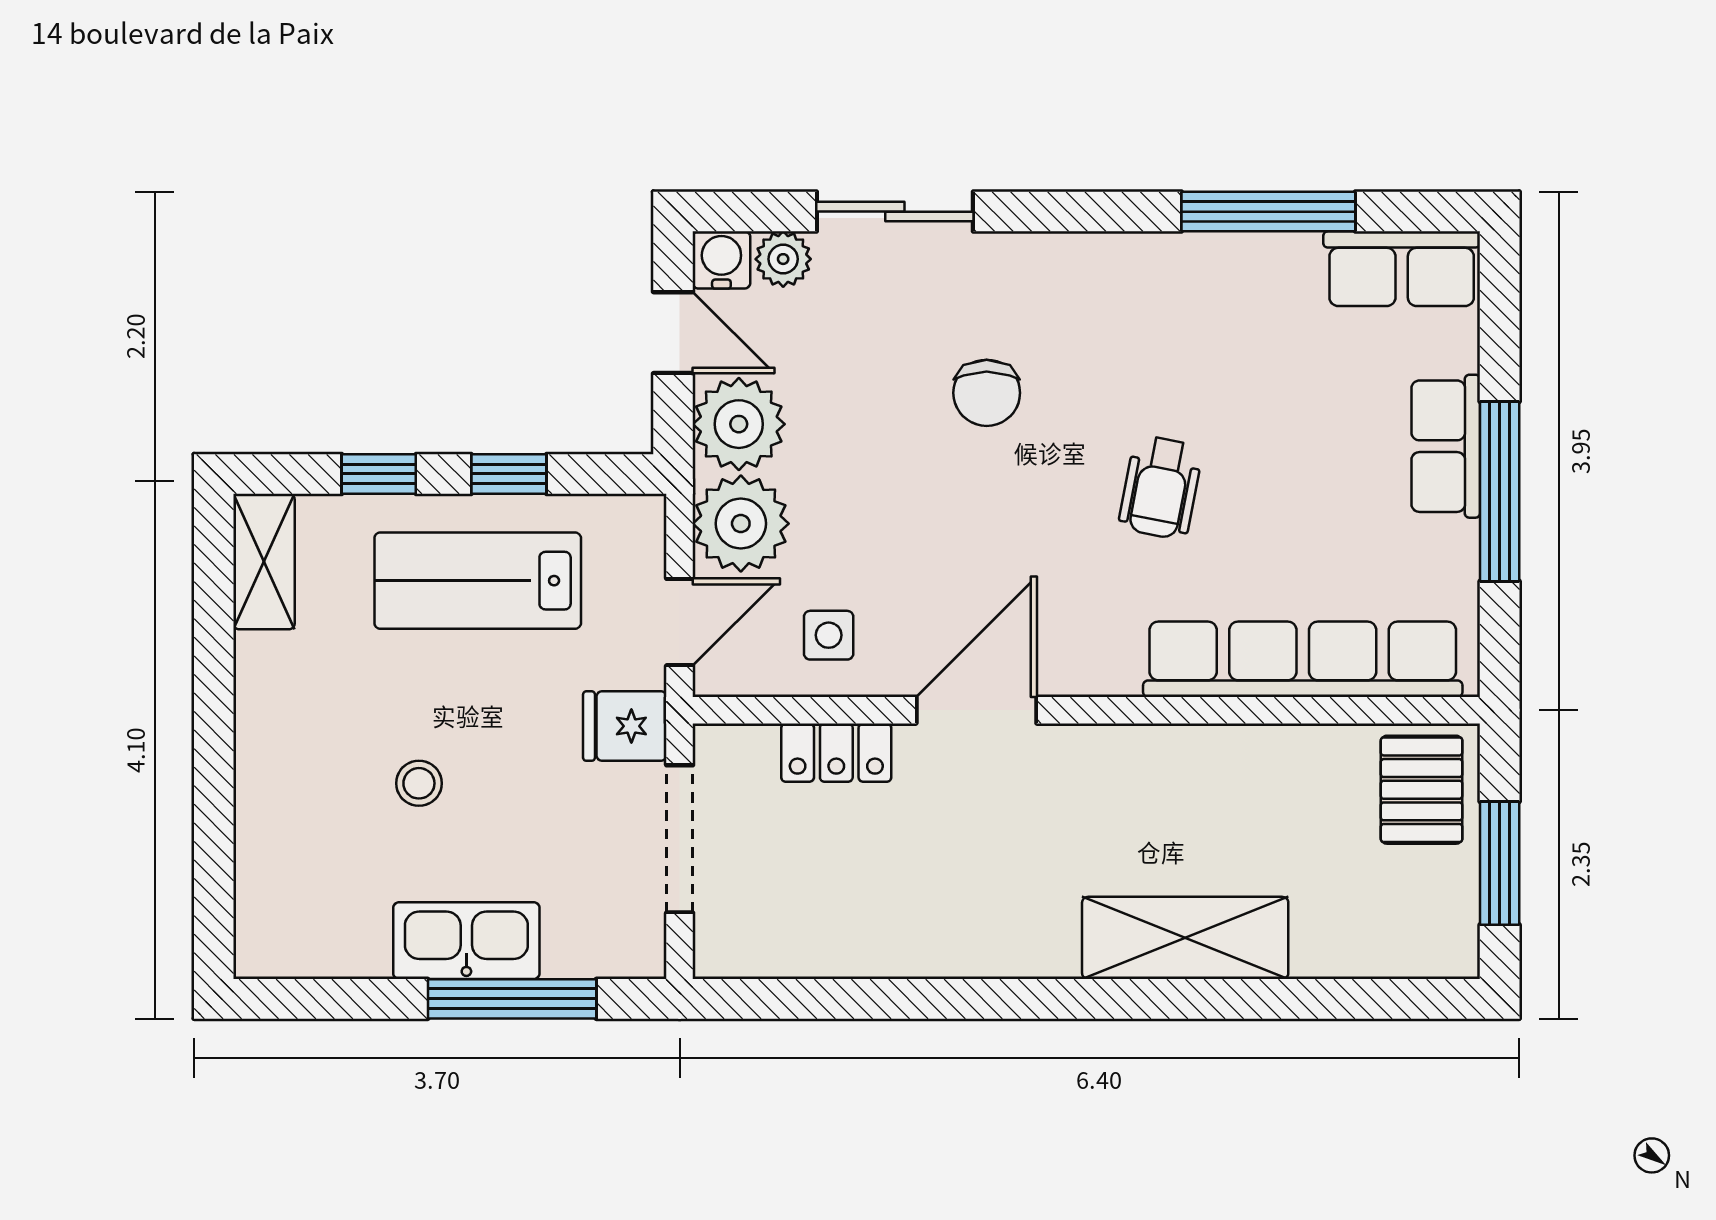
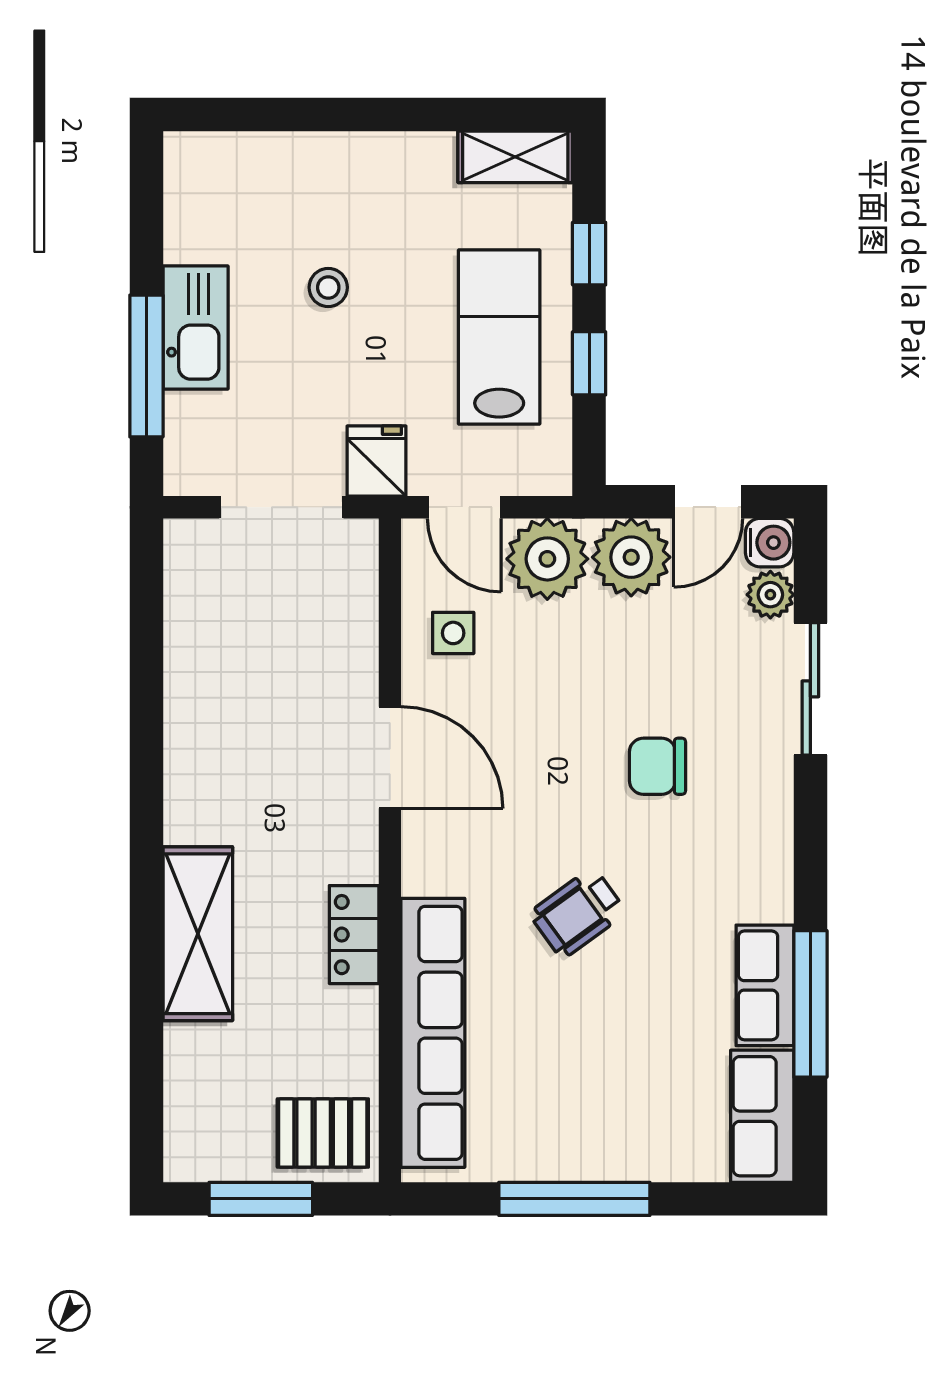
row of seats: (1446, 446) -> (765, 985), moved, turned -90
wheelchair: (1161, 487) -> (578, 913), turned -47
locker: (836, 753) -> (354, 935), moved

